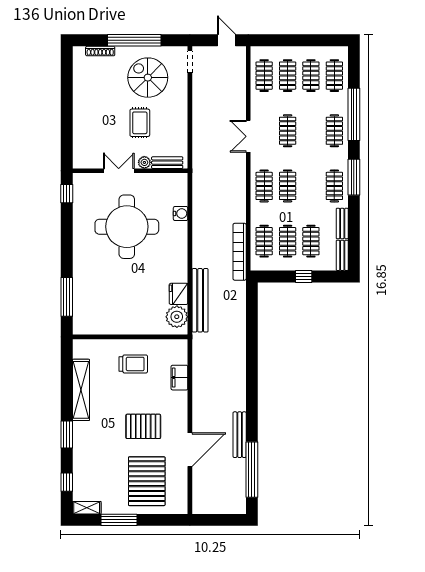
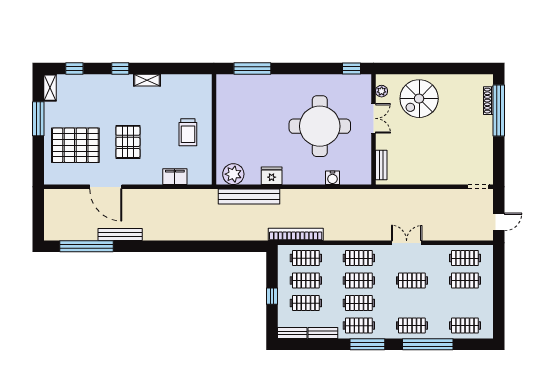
window: (134, 40) -> (499, 110), moved
clothes rail: (311, 76) -> (359, 303), moved
spiral stairs: (148, 78) -> (419, 99), moved, turned 180
rug: (140, 123) -> (420, 139), removed
plant: (144, 162) -> (382, 91), moved
fridge: (179, 294) -> (272, 176), moved
shelving: (81, 390) -> (147, 80), width x0.45, depth x0.75
window: (67, 434) -> (120, 68), width x0.67

